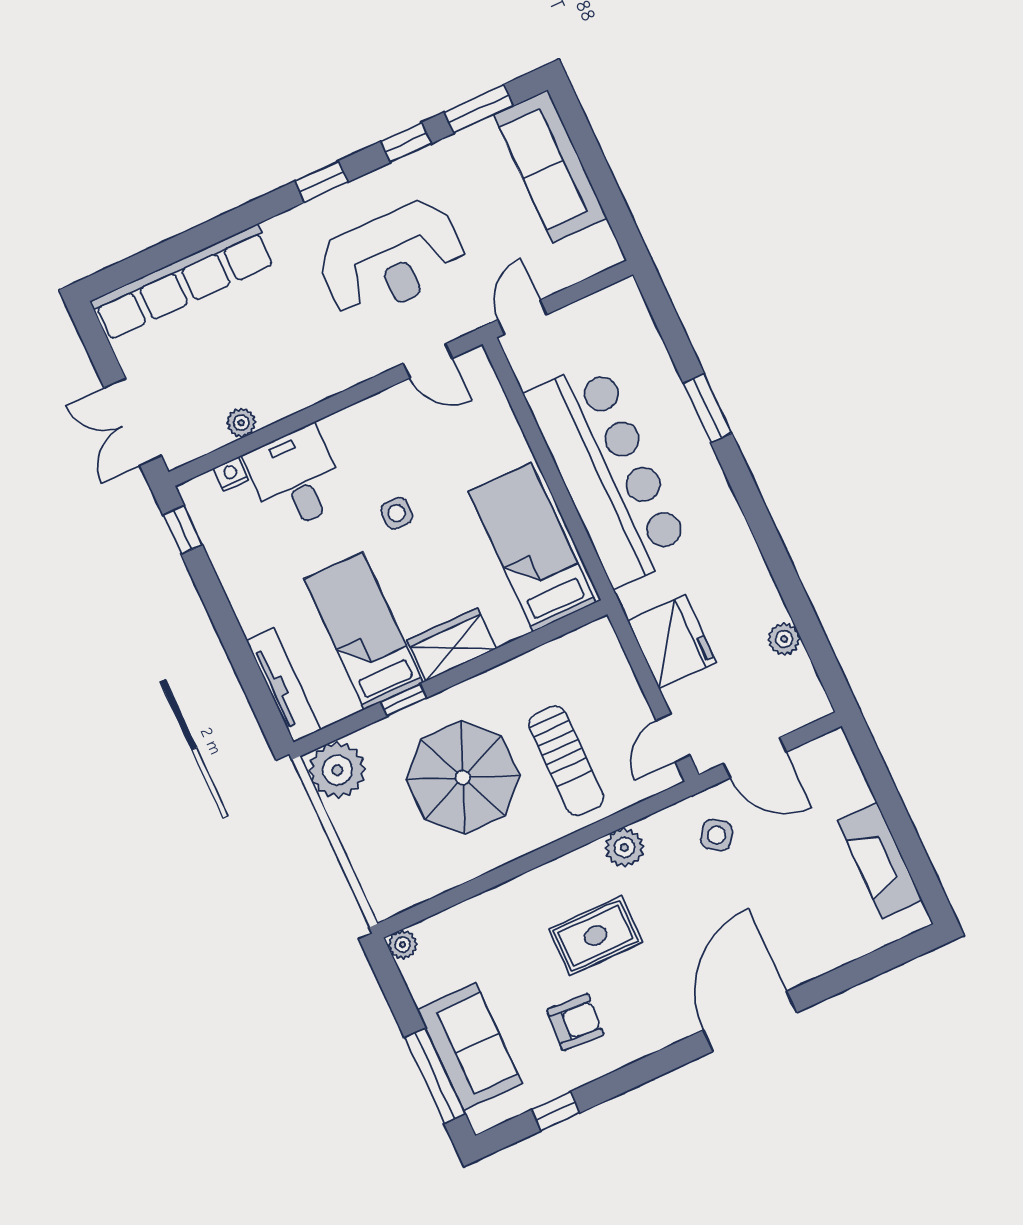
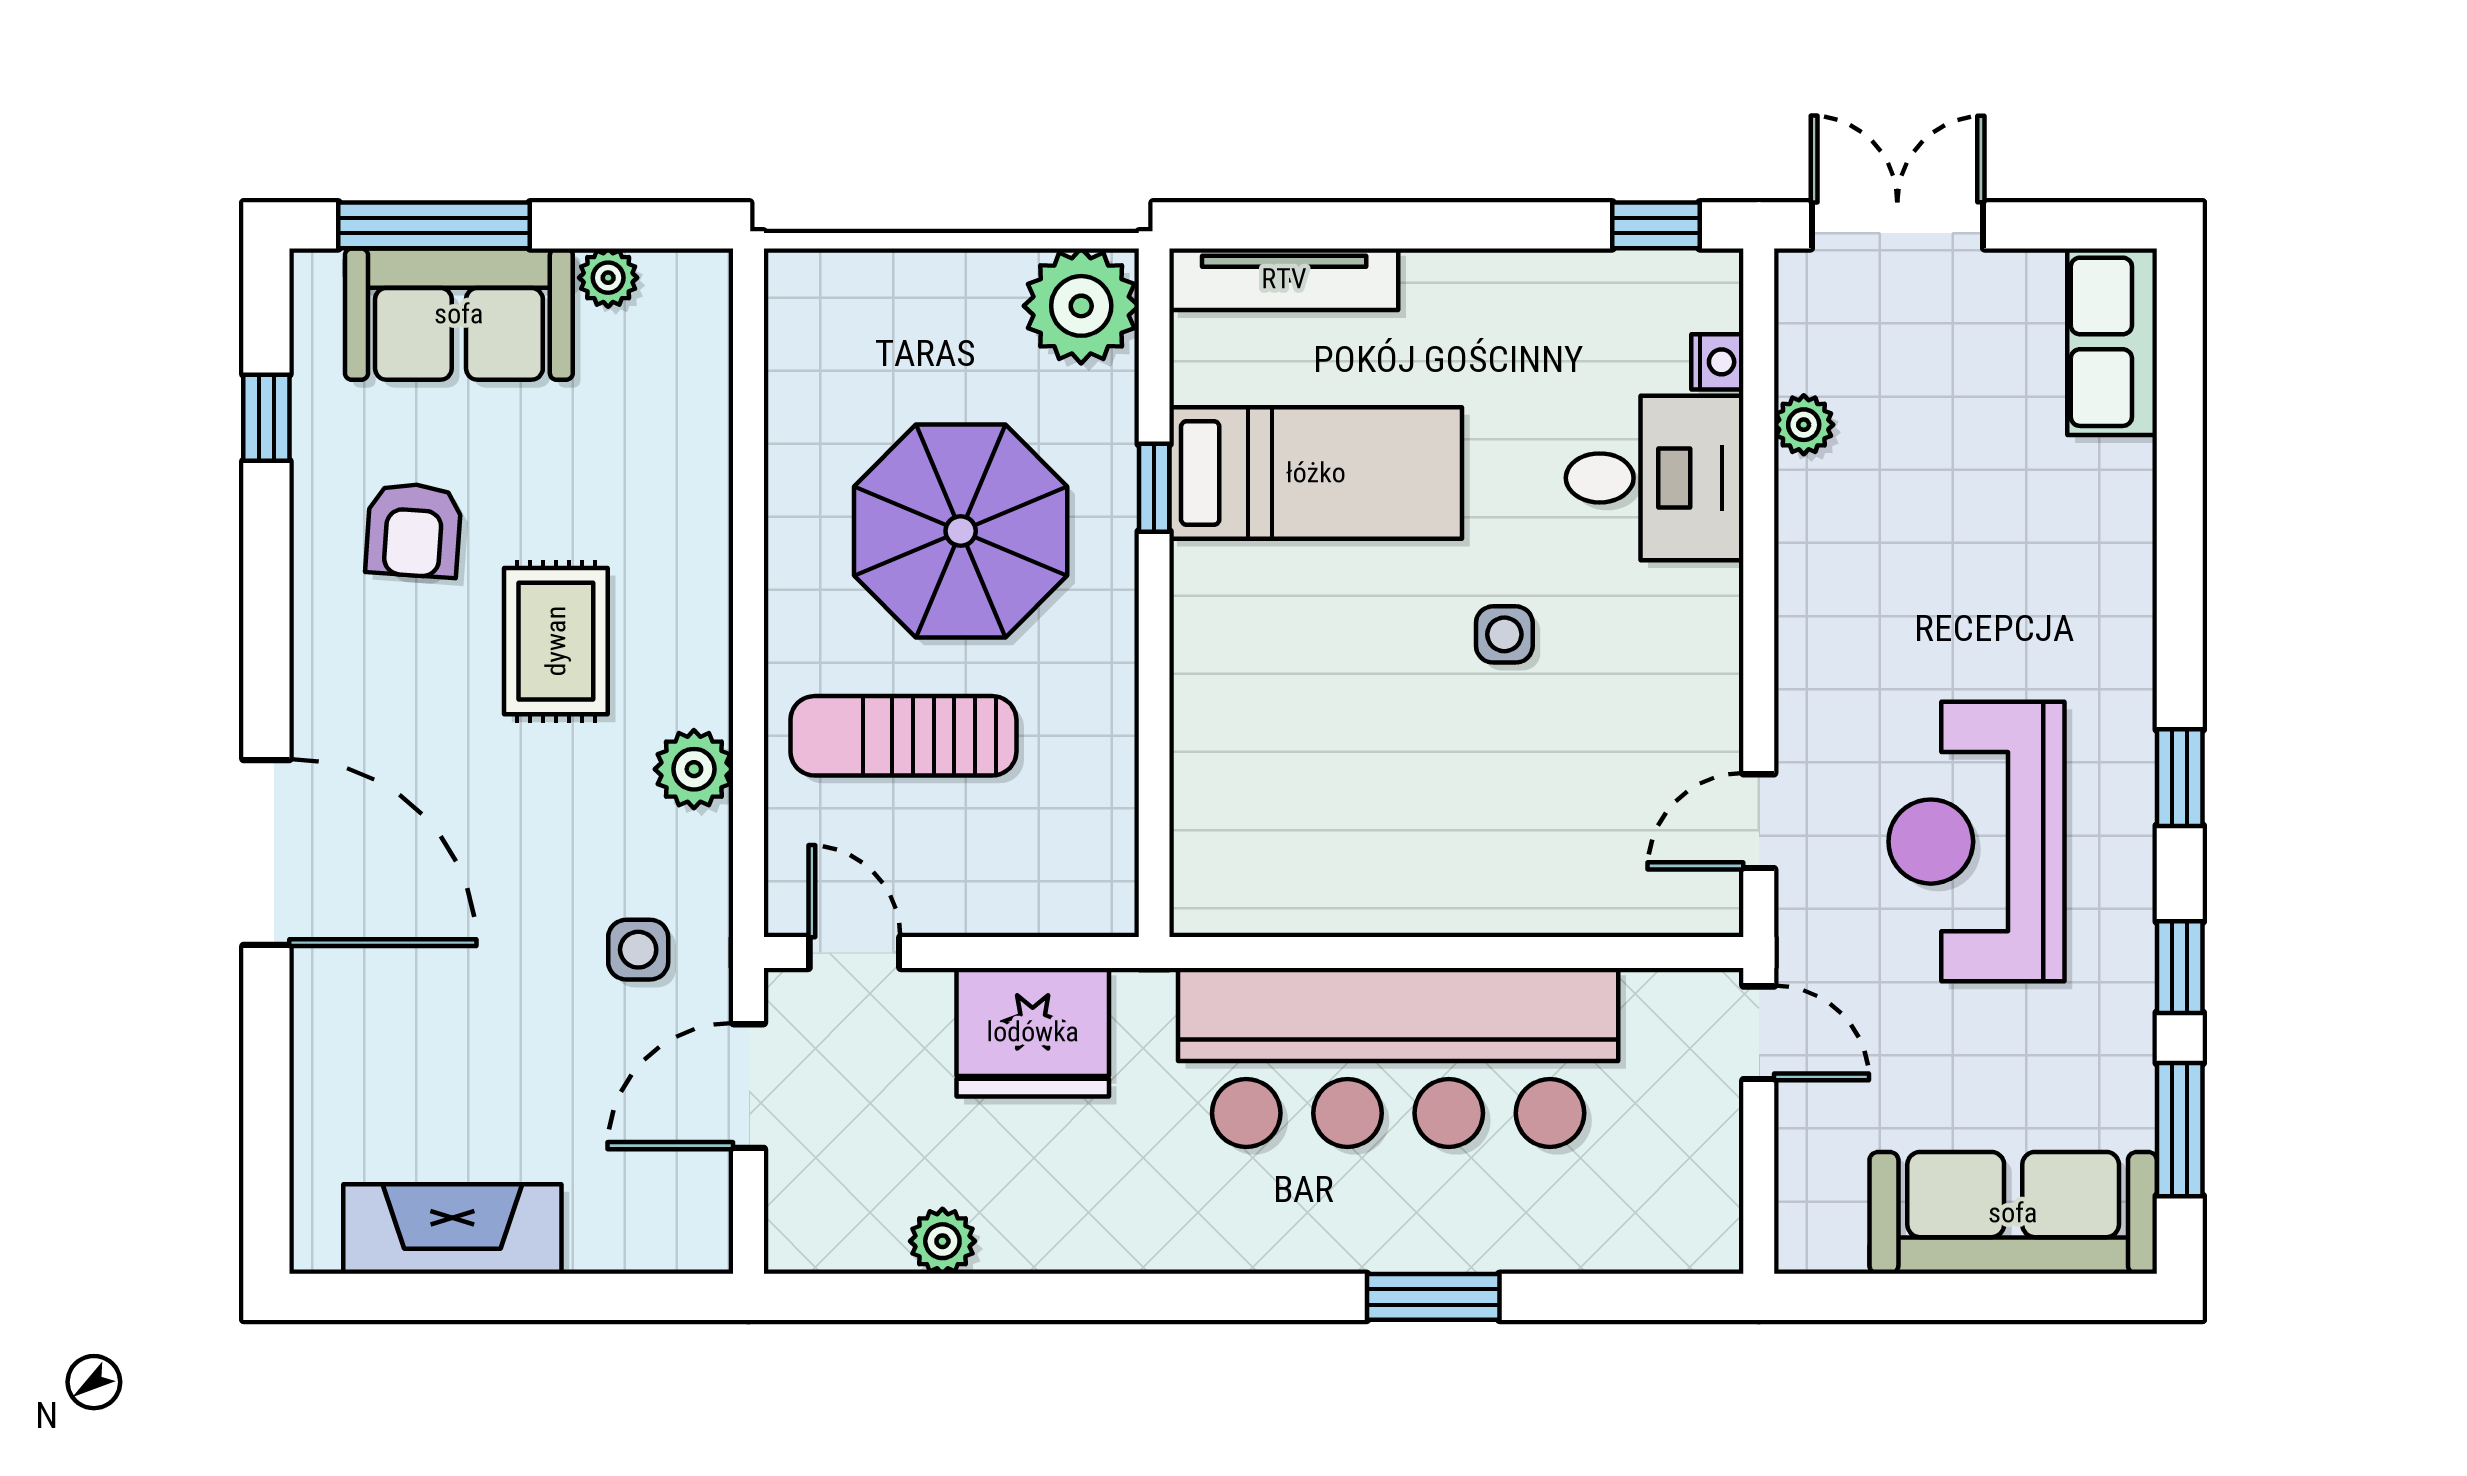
row of seats: (183, 282) -> (2112, 342), width x0.50
bed: (532, 547) -> (1326, 855), removed
wardrobe: (452, 645) -> (1215, 624), removed
side table: (717, 835) -> (638, 950), turned -35
plant: (403, 945) -> (608, 278), moved

